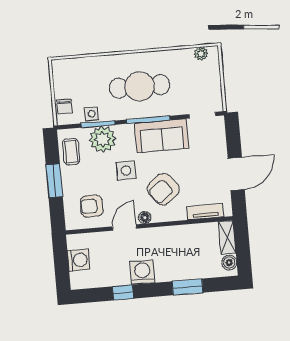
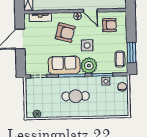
cafe table: (140, 86) -> (76, 96), width x0.73, depth x0.74
plant: (103, 139) -> (89, 66), moved
window: (54, 181) -> (132, 53), moved
armchair: (163, 189) -> (65, 33), turned 54
door: (124, 228) -> (90, 11), hinge flipped

